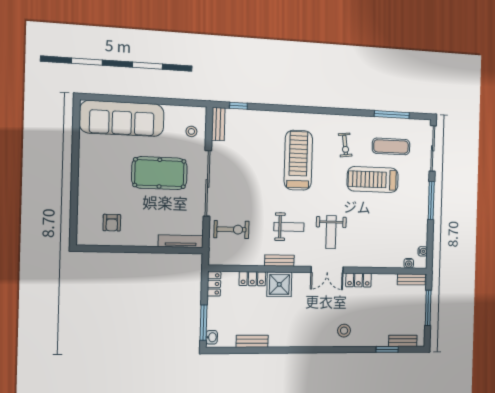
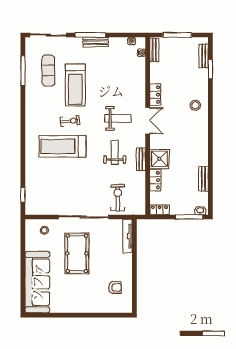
bench: (218, 124) -> (96, 42), moved
exercise bike: (345, 145) -> (70, 121), moved

